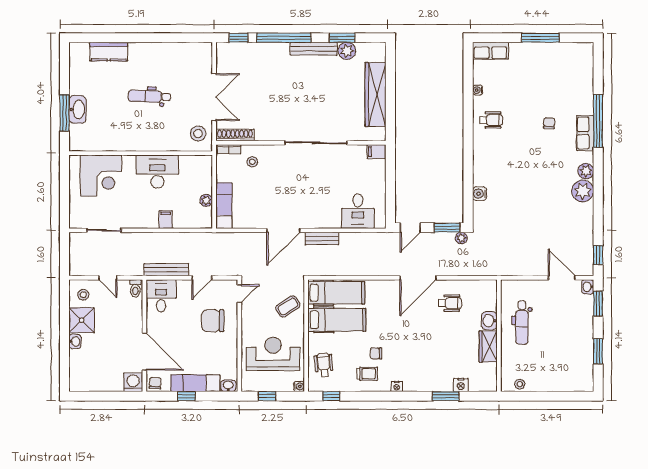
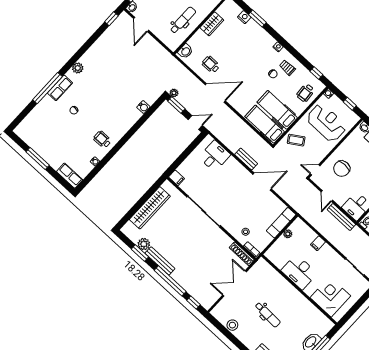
stool: (198, 134) -> (232, 325), moved
plant: (583, 191) -> (89, 59), removed
door: (202, 278) -> (327, 196), swing flipped
chair: (213, 321) -> (342, 169), turned 90
washbasin: (489, 321) -> (185, 51), moved
reception desk: (273, 354) -> (326, 123), turned 180

